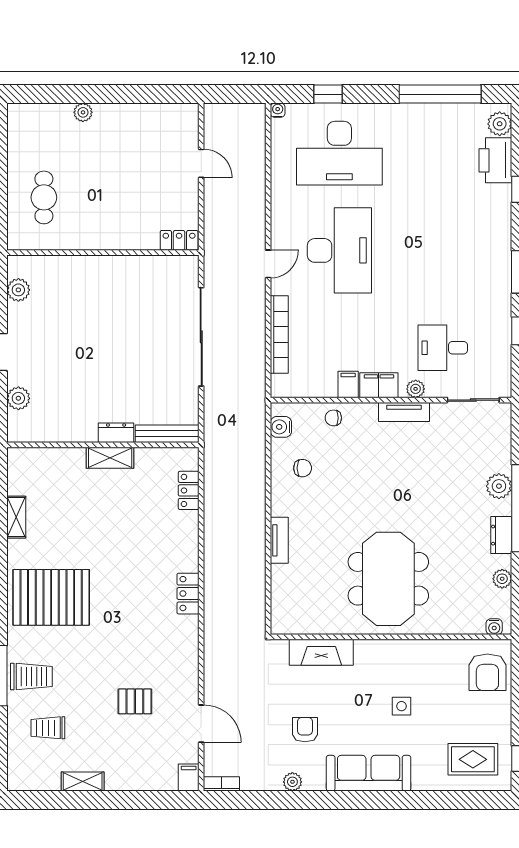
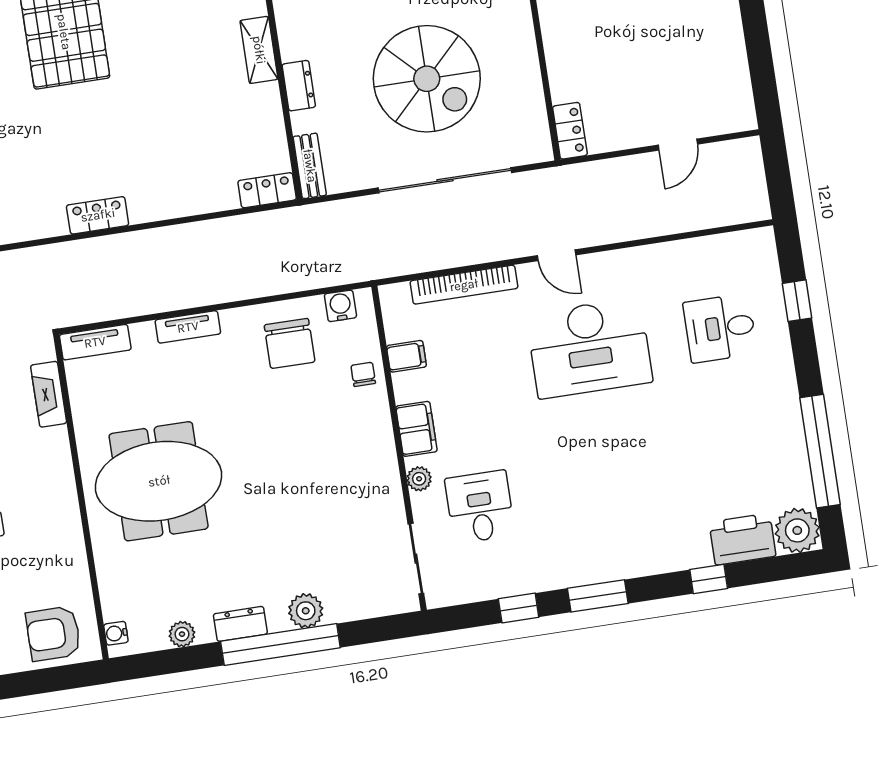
water cooler: (278, 110) -> (765, 236), removed
plant: (500, 124) -> (797, 530), width x1.36, depth x1.36
desk: (339, 153) -> (720, 328), width x0.53, depth x0.77
spiral stairs: (125, 339) -> (427, 79), added
filing cabinet: (348, 384) -> (406, 356), moved
tv unit: (404, 412) -> (95, 342), moved, turned -90
bench: (167, 434) -> (310, 166), width x0.73
shelving: (110, 458) -> (259, 50), moved
chair: (303, 468) -> (290, 343), width x1.87, depth x1.87
locker: (189, 490) -> (267, 190), moved
fireplace: (321, 652) -> (49, 394), width x0.73, depth x0.76

